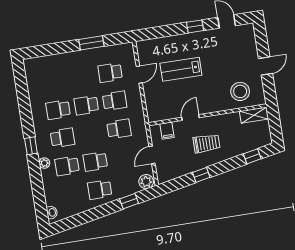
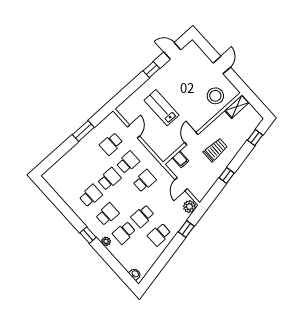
lab bench: (181, 69) -> (162, 108), turned 90
school desk: (86, 105) -> (109, 179), turned 180
school desk: (58, 110) -> (91, 196), turned 180

